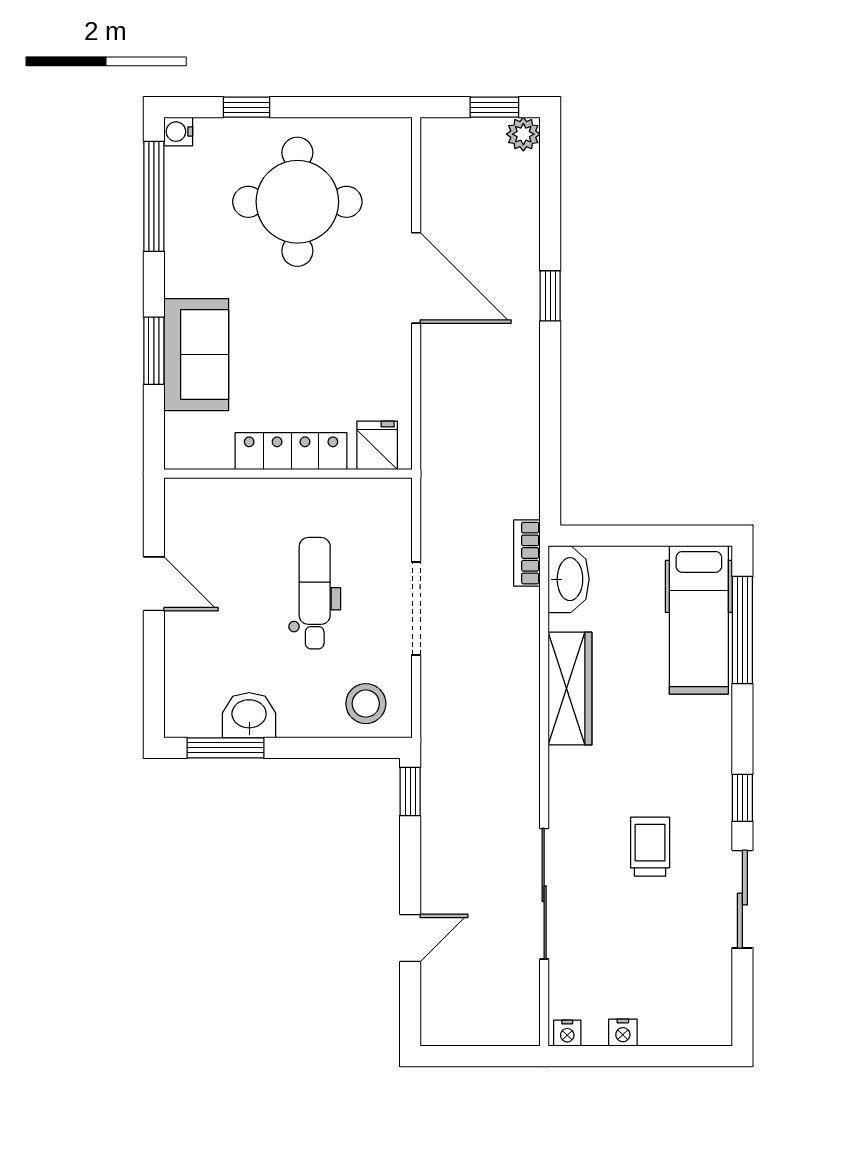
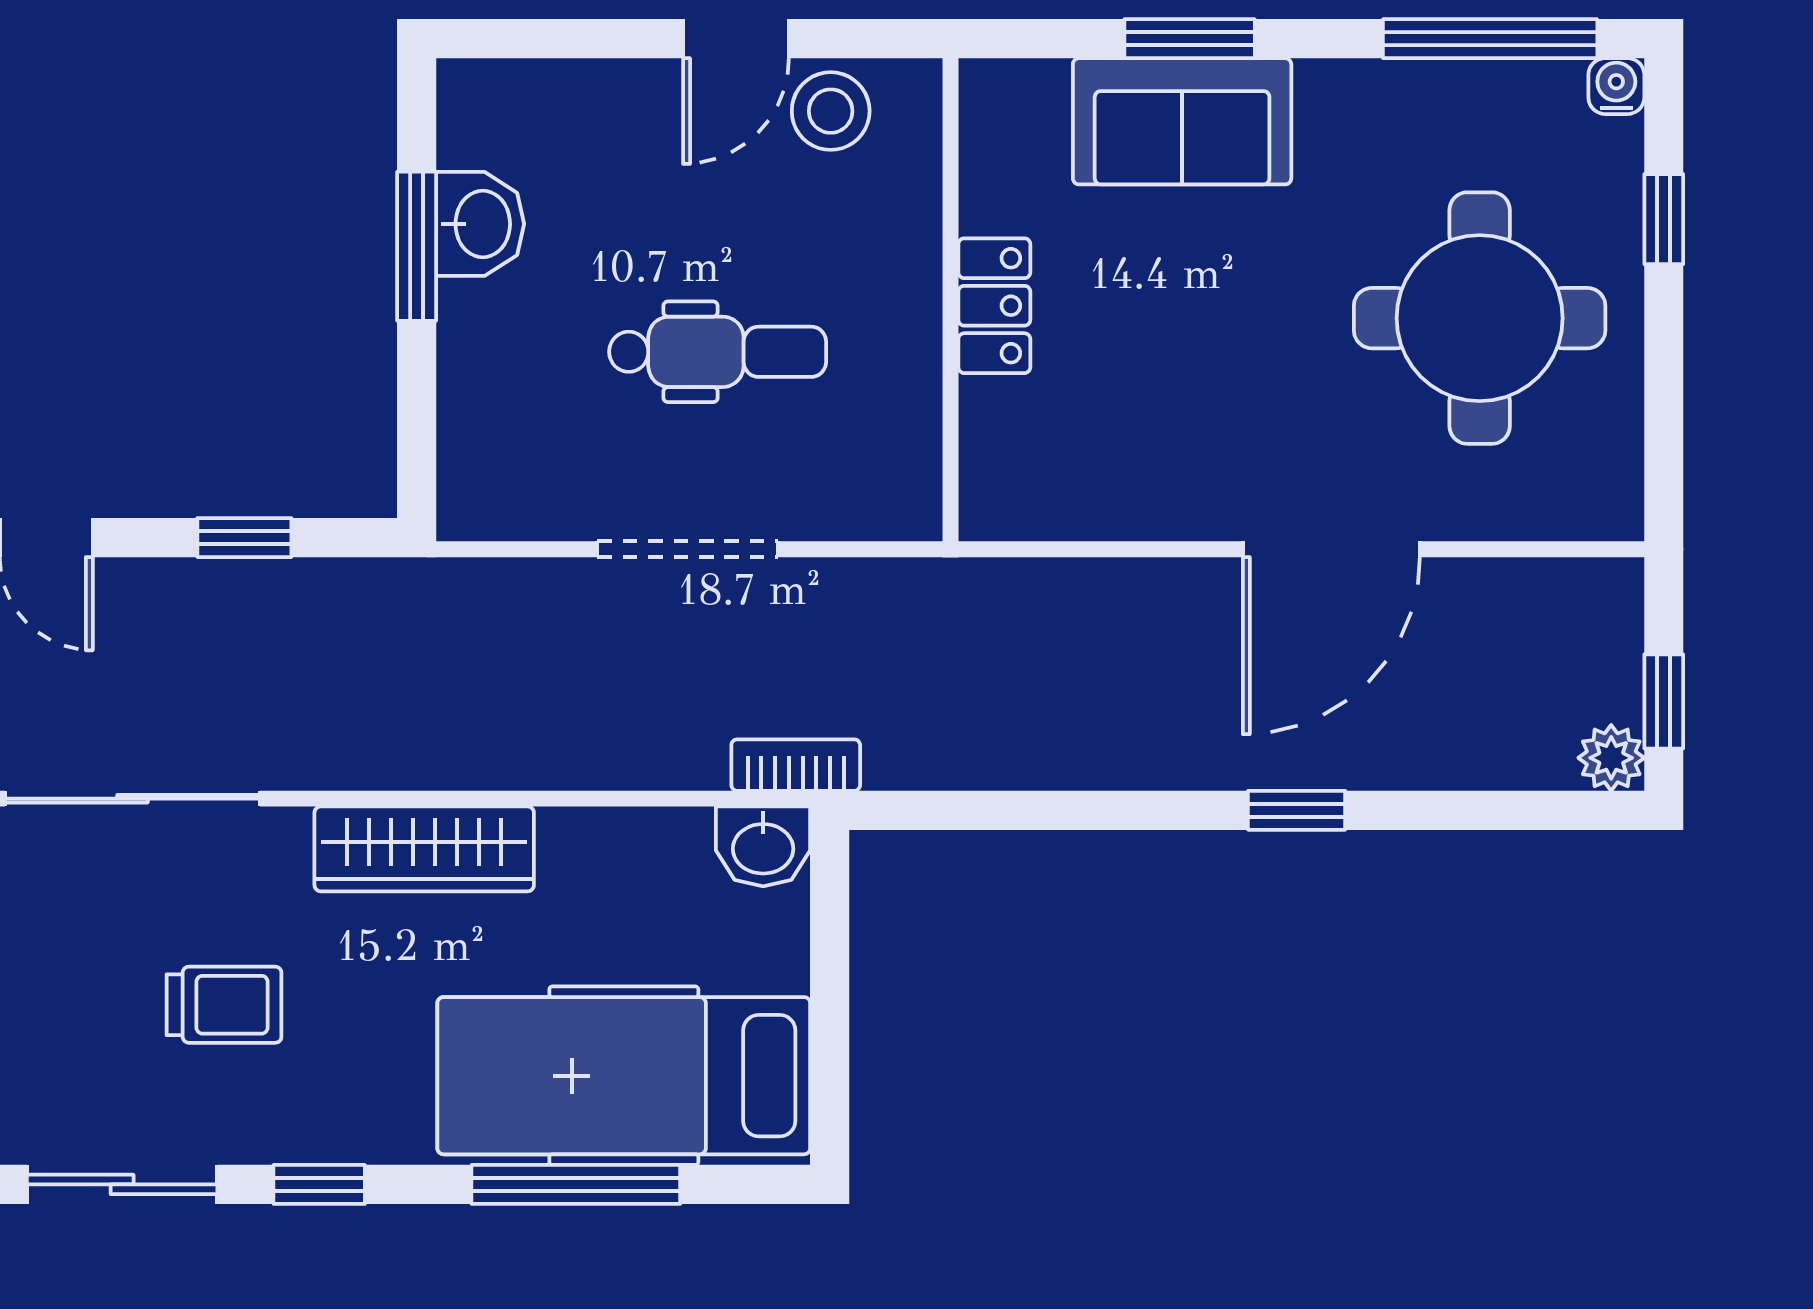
fridge: (377, 445) -> (1005, 473), removed
locker: (291, 451) -> (994, 306), width x0.66
washbasin: (569, 579) -> (763, 846), width x0.72
hospital bed: (699, 620) -> (624, 1076), width x1.37, depth x1.29
window: (742, 630) -> (576, 1184), moved
wardrobe: (570, 689) -> (424, 849), moved
stool: (366, 704) -> (831, 111), moved
window: (225, 748) -> (417, 246), moved
window: (410, 792) -> (244, 538), moved

